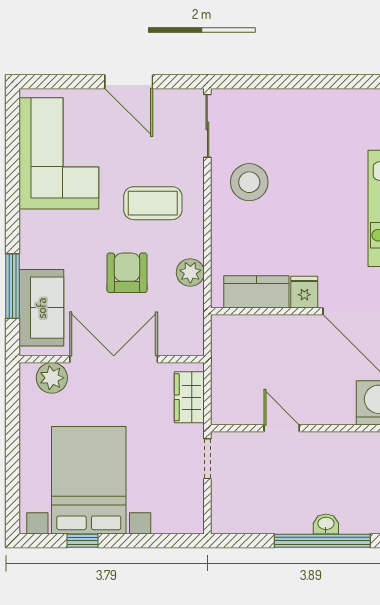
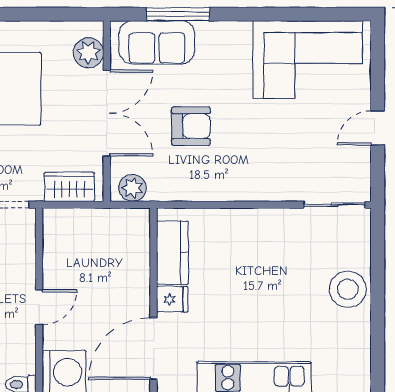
door: (129, 82) -> (378, 128), width x0.73
stool: (249, 182) -> (348, 289), moved
coffee table: (153, 203) -> (259, 151), removed
plant: (190, 272) -> (133, 188), moved
door: (282, 428) -> (39, 307), moved

